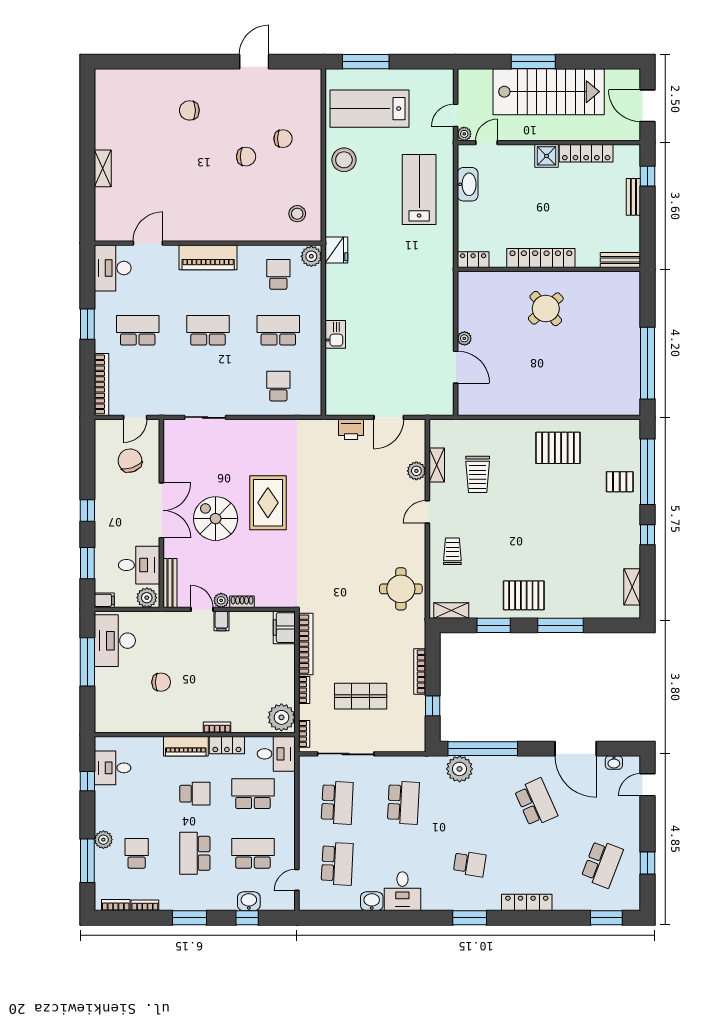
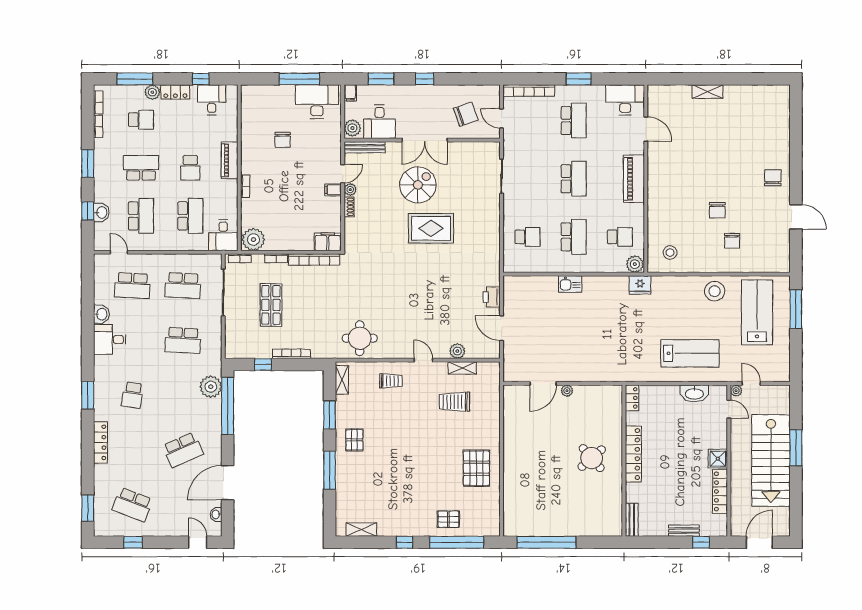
chair: (189, 110) -> (773, 178), moved
pallet: (620, 482) -> (448, 519), turned 90
pallet: (524, 595) -> (354, 440), width x0.67, depth x0.71
locker: (227, 745) -> (175, 92), moved, turned -90

